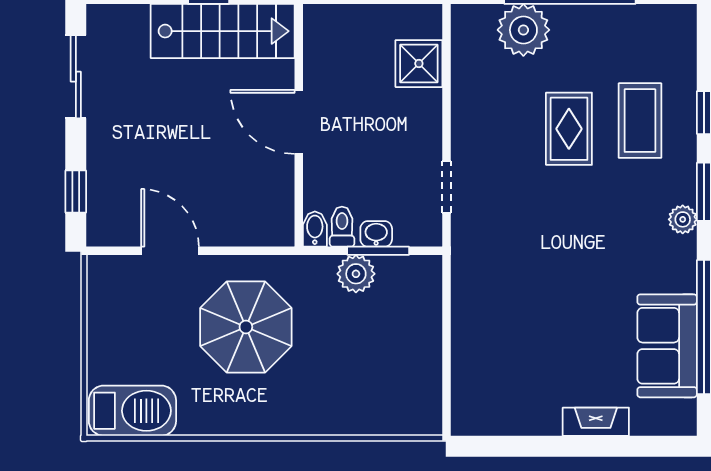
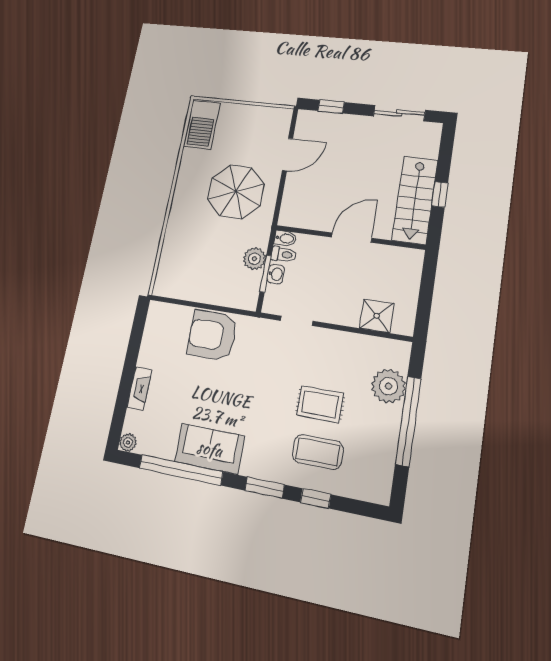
plant: (683, 219) -> (128, 442), moved
armchair: (491, 319) -> (212, 335), added
sofa: (667, 346) -> (210, 449), moved

